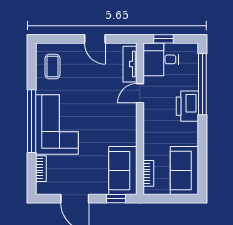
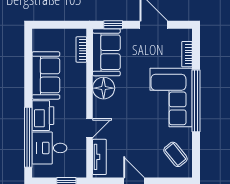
desk: (161, 59) -> (49, 148), moved, turned 180
coffee table: (53, 67) -> (175, 154), turned -39
floor lamp: (126, 134) -> (104, 88), added
sofa: (184, 171) -> (46, 75), moved

